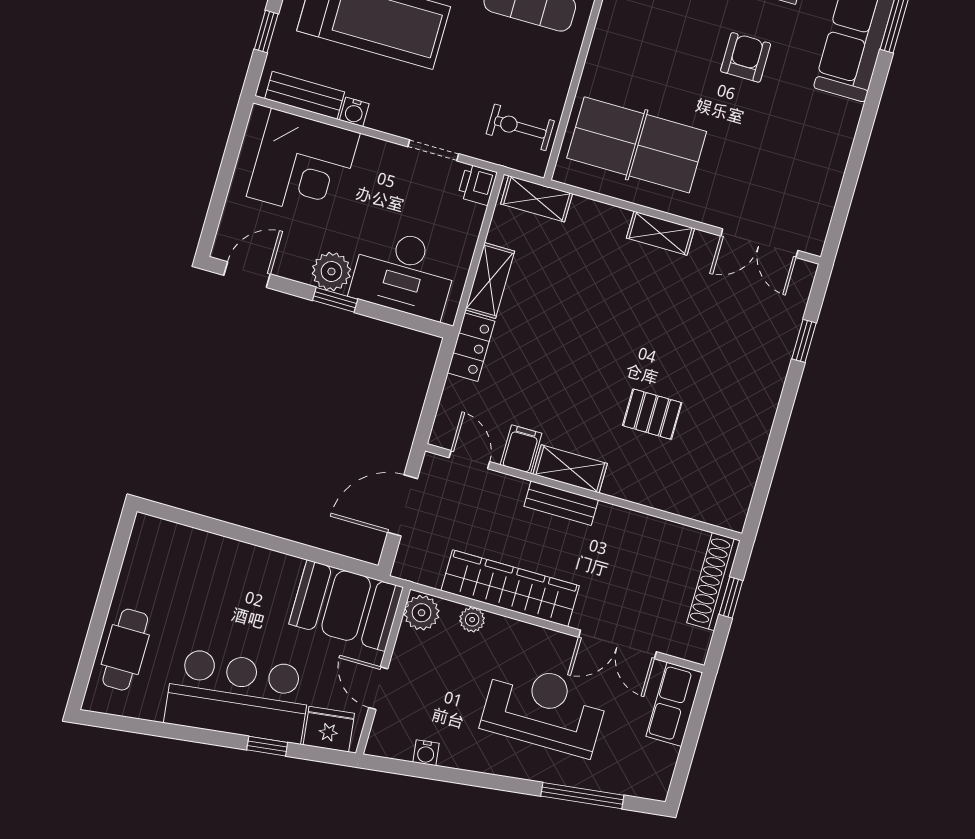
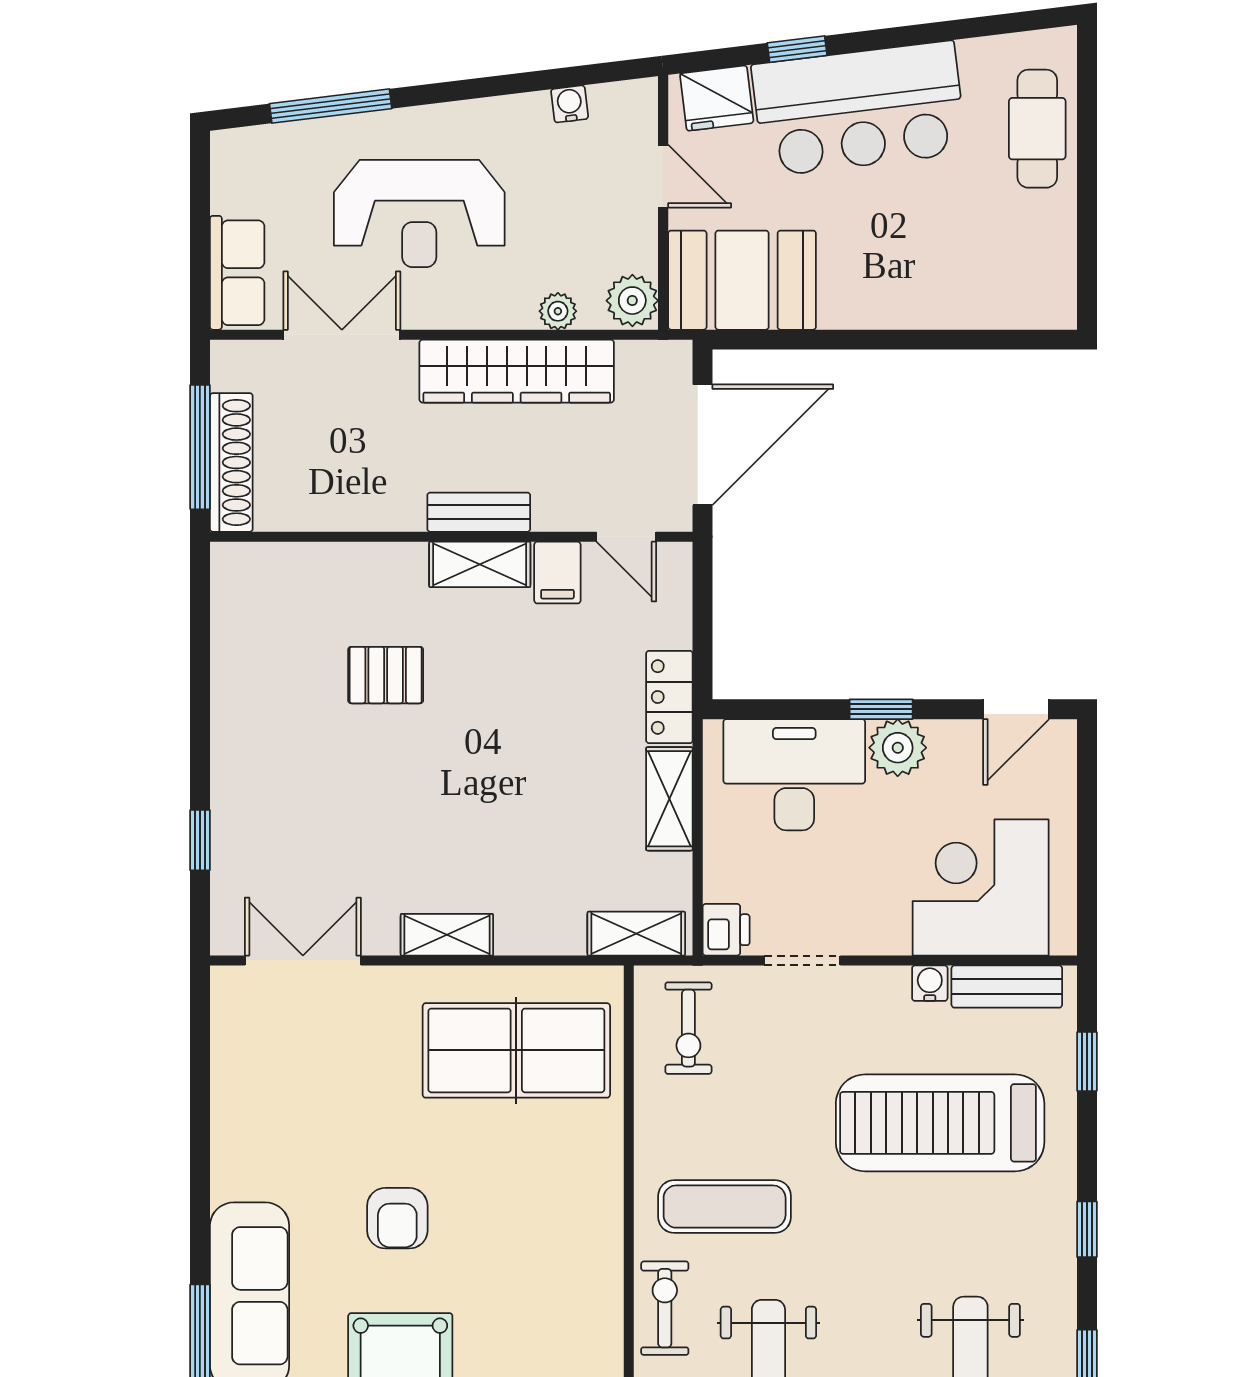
exercise bike: (520, 127) -> (688, 1028), turned 90
door: (402, 505) -> (703, 445), width x1.36
window: (731, 597) -> (200, 447), width x2.17

